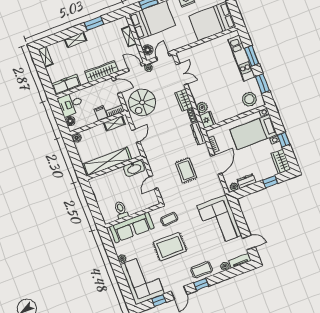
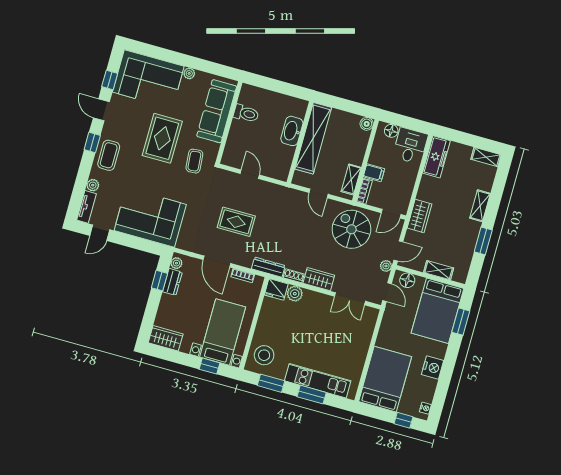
wardrobe: (102, 72) -> (420, 216), width x0.67
window: (284, 140) -> (210, 366), moved
washbasin: (134, 168) -> (292, 131), moved
window: (270, 182) -> (159, 281), moved

